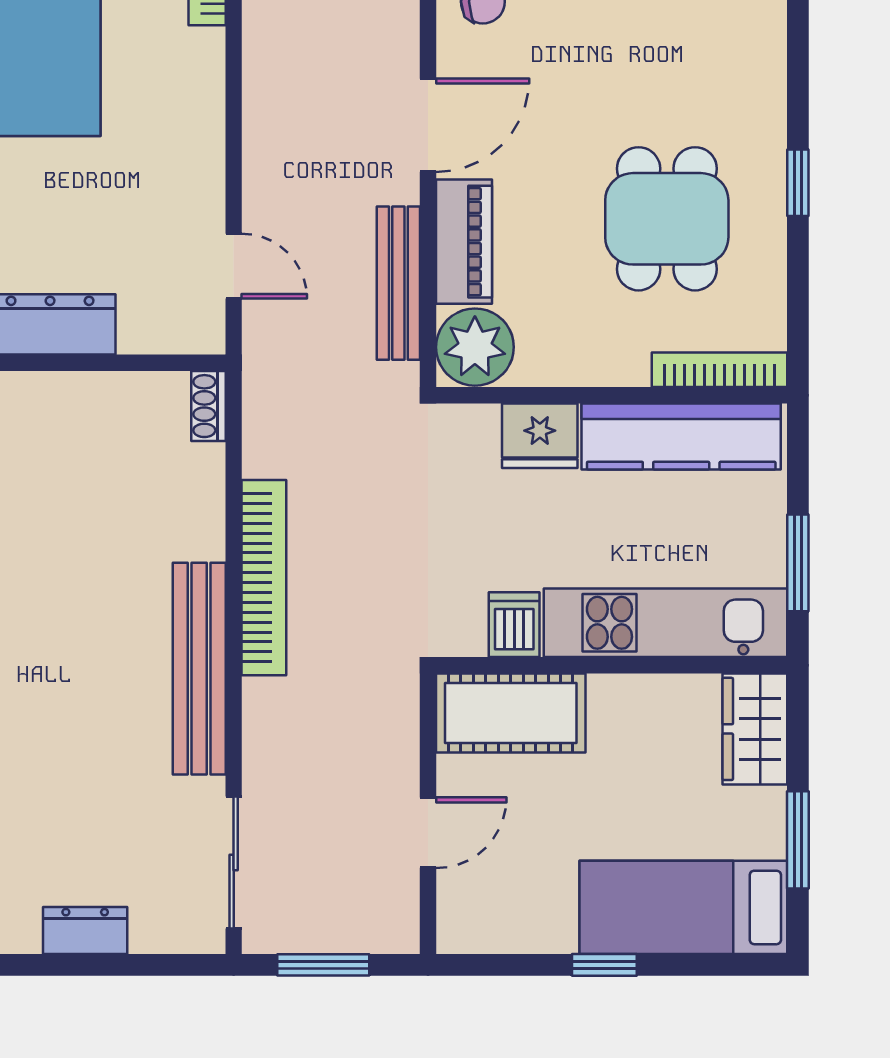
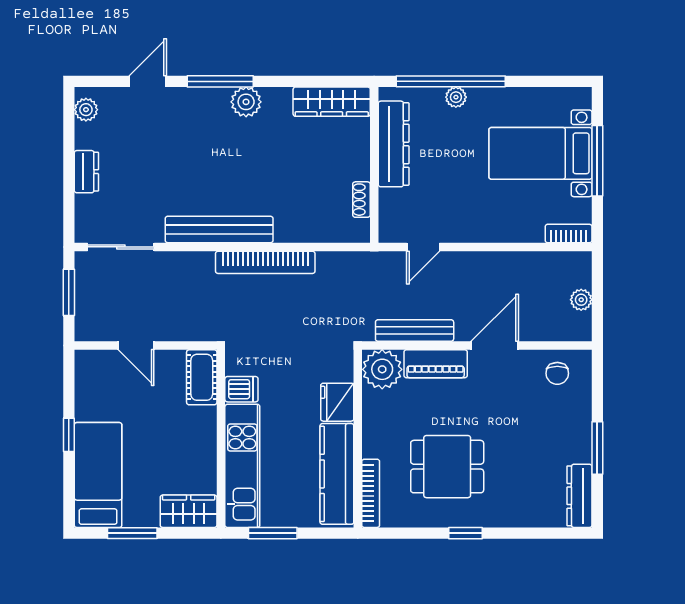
door: (428, 125) -> (495, 346), swing flipped
shoe rack: (208, 406) -> (361, 200), moved, turned -90
cot: (511, 713) -> (202, 377), width x0.73, depth x0.75

